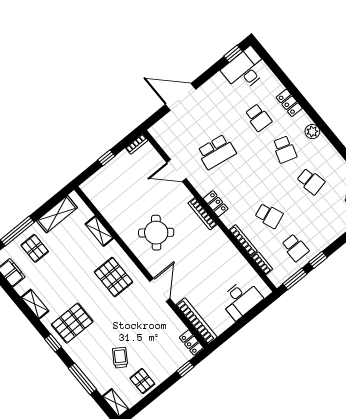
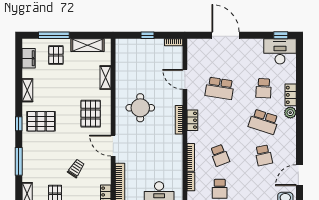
plant: (312, 132) -> (290, 113), moved
school desk: (285, 149) -> (264, 122), width x1.85
round table: (156, 233) -> (140, 108), turned -38
door: (160, 290) -> (113, 146), swing flipped
trolley: (120, 358) -> (76, 168), moved

